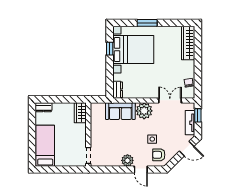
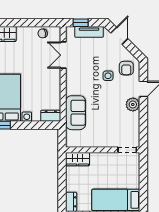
plant: (144, 111) -> (75, 85), removed

